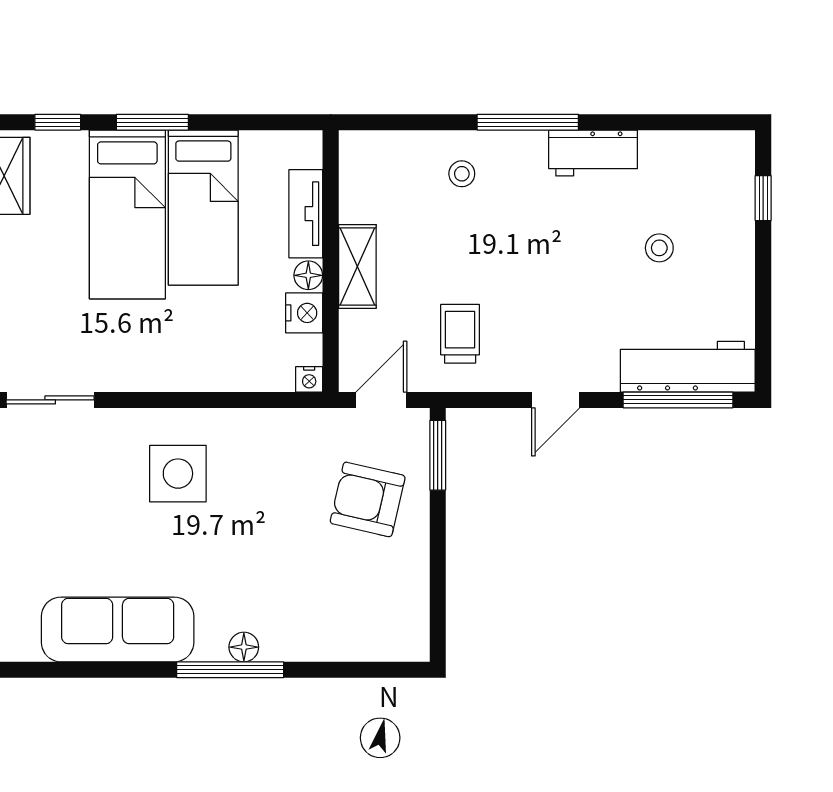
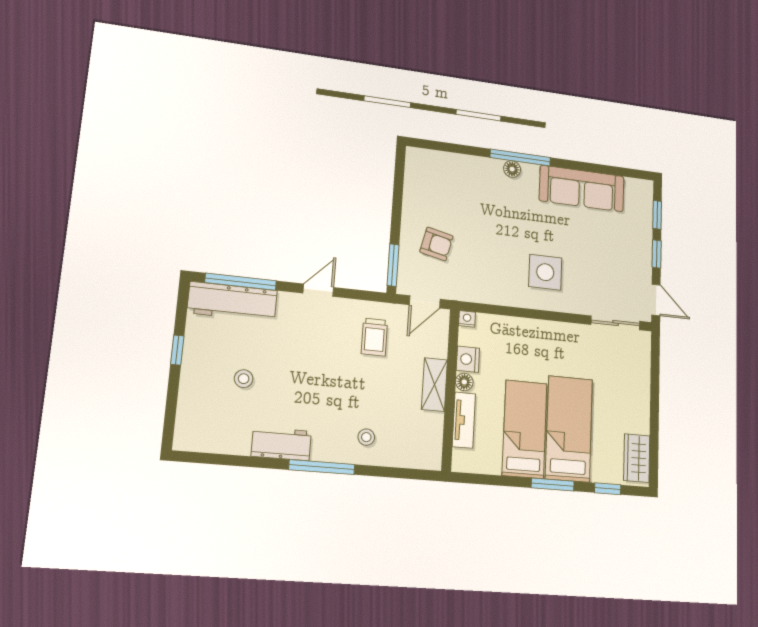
window: (763, 198) -> (177, 350), moved
armchair: (368, 499) -> (436, 244), width x0.72, depth x0.72

